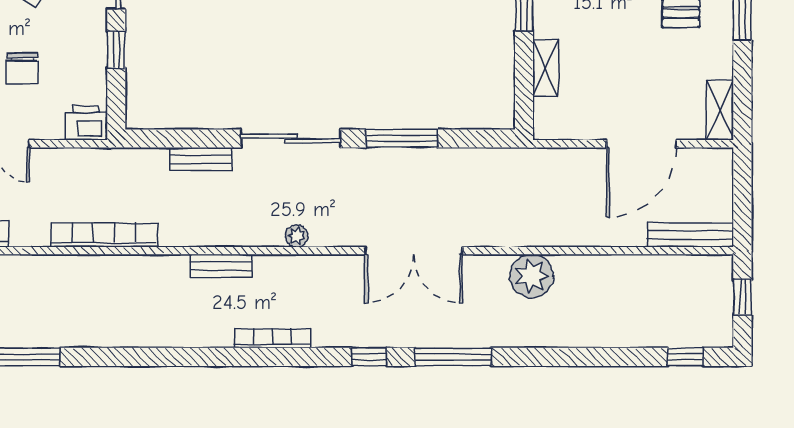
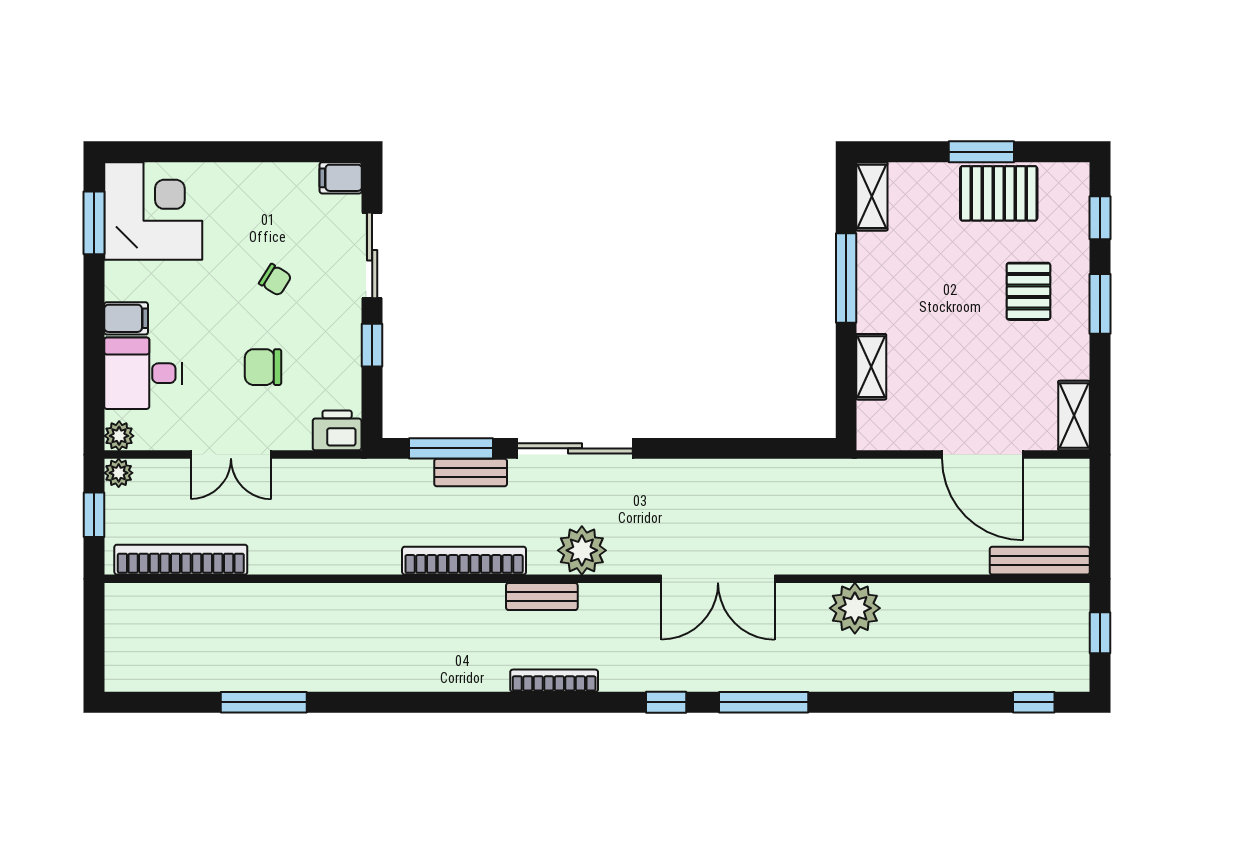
chair: (22, 69) -> (263, 367), turned 90
window: (402, 138) -> (451, 448), moved
door: (641, 144) -> (983, 455), hinge flipped
bookcase: (104, 235) -> (464, 561), moved
plant: (297, 236) -> (582, 550), width x1.88, depth x1.88
bench: (221, 266) -> (542, 597), moved

